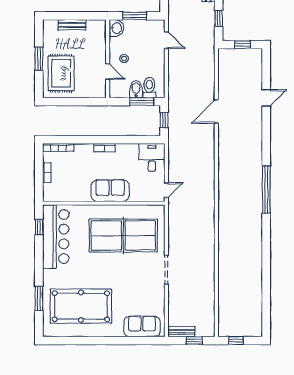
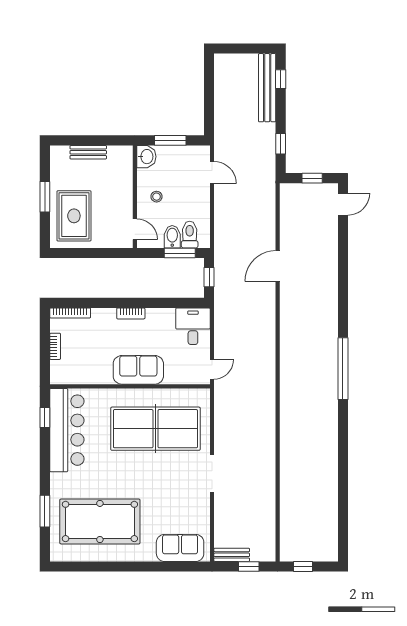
door: (108, 72) -> (135, 229), moved
door: (266, 98) -> (343, 204), moved

